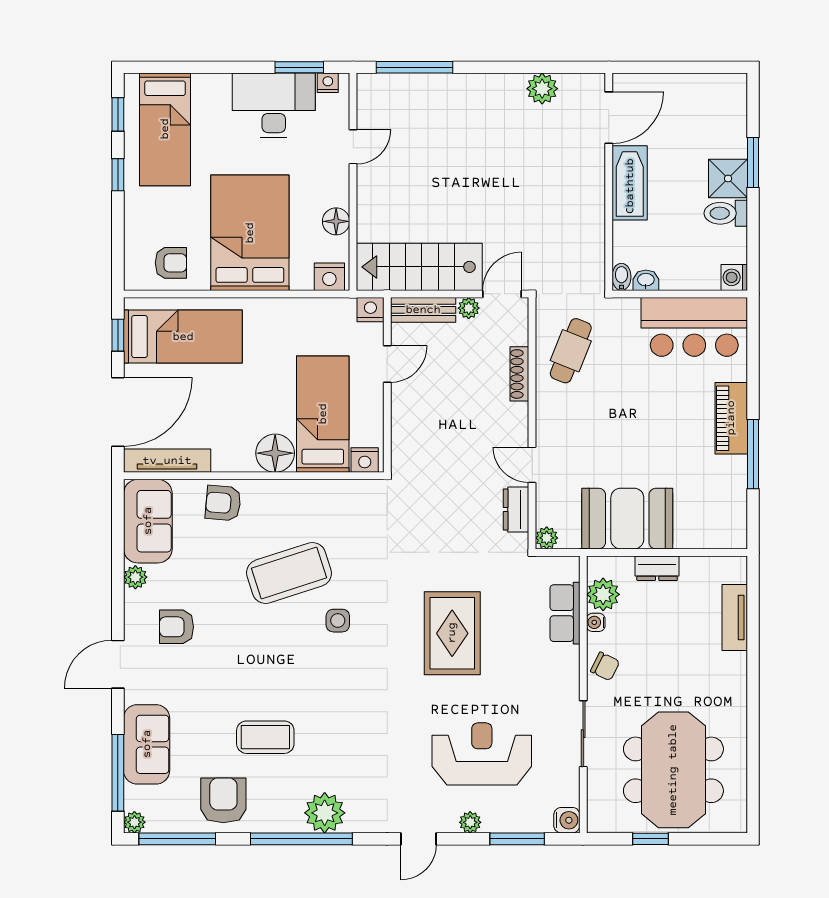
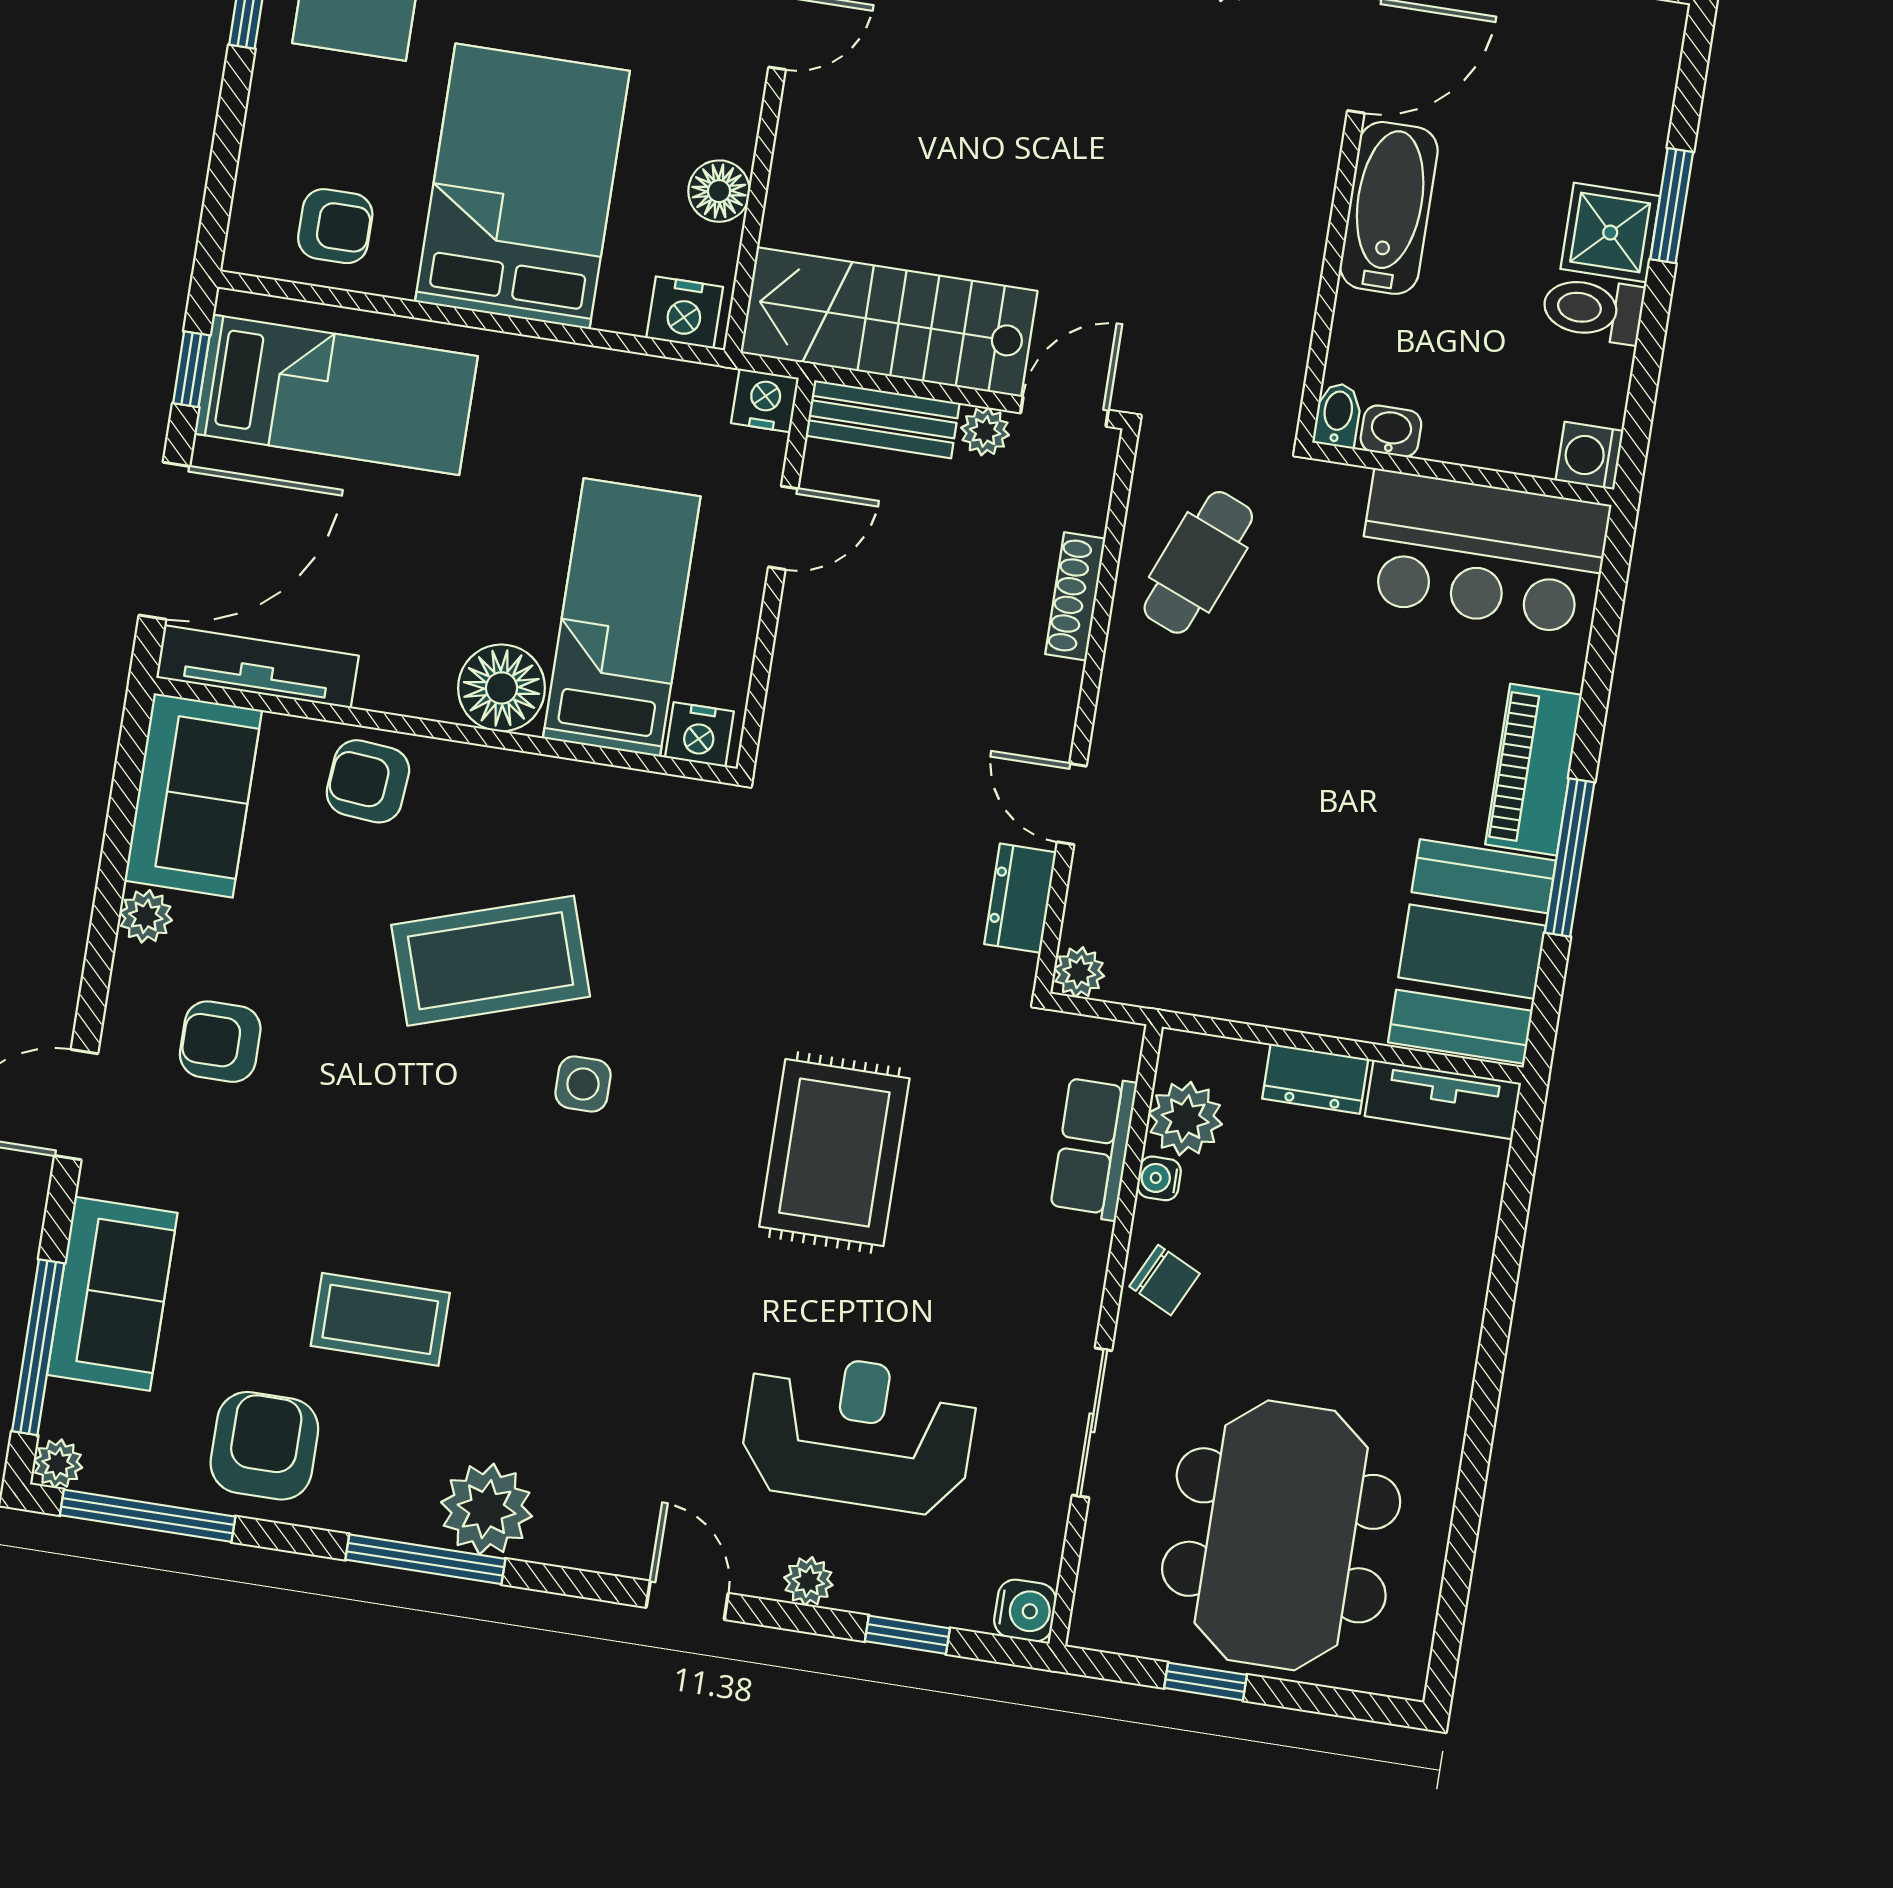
booth: (627, 519) -> (1472, 952), moved, turned 90
tv unit: (735, 617) -> (1443, 1100), moved, turned -90
window: (301, 839) -> (425, 1559), width x0.68
door: (419, 839) -> (687, 1600), swing flipped
window: (517, 839) -> (907, 1635), width x0.67

